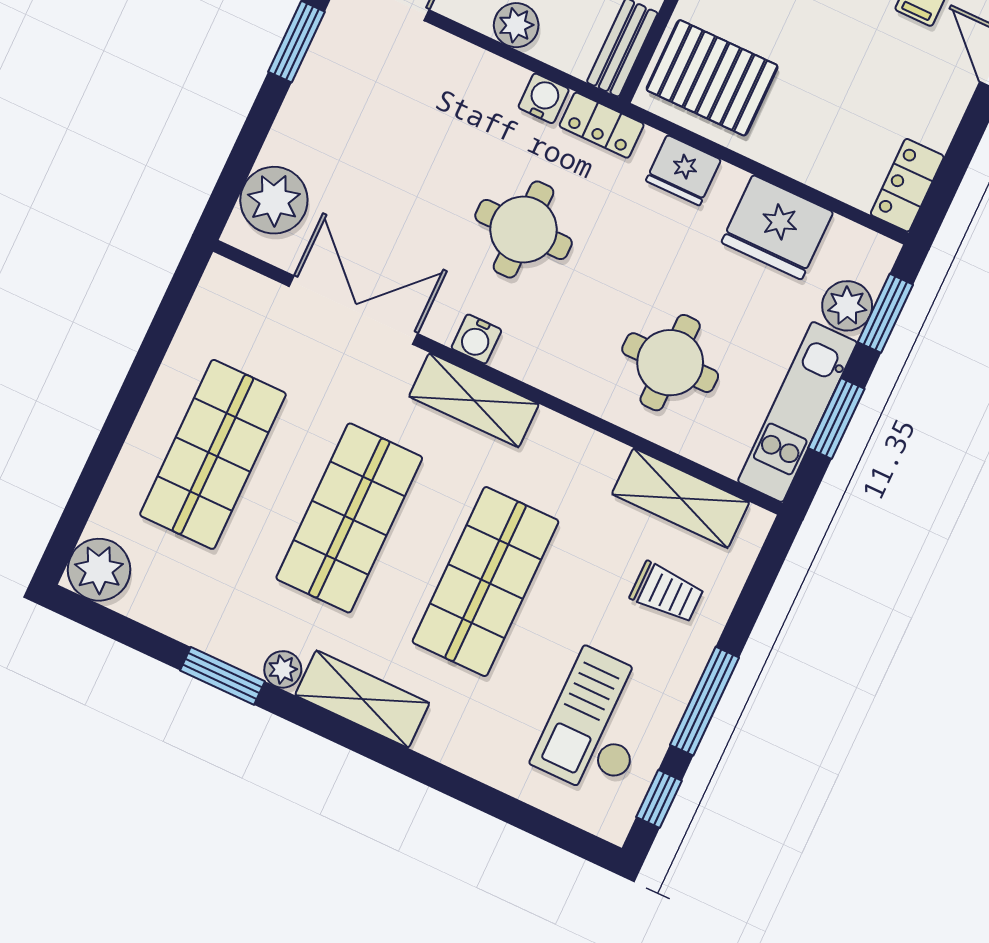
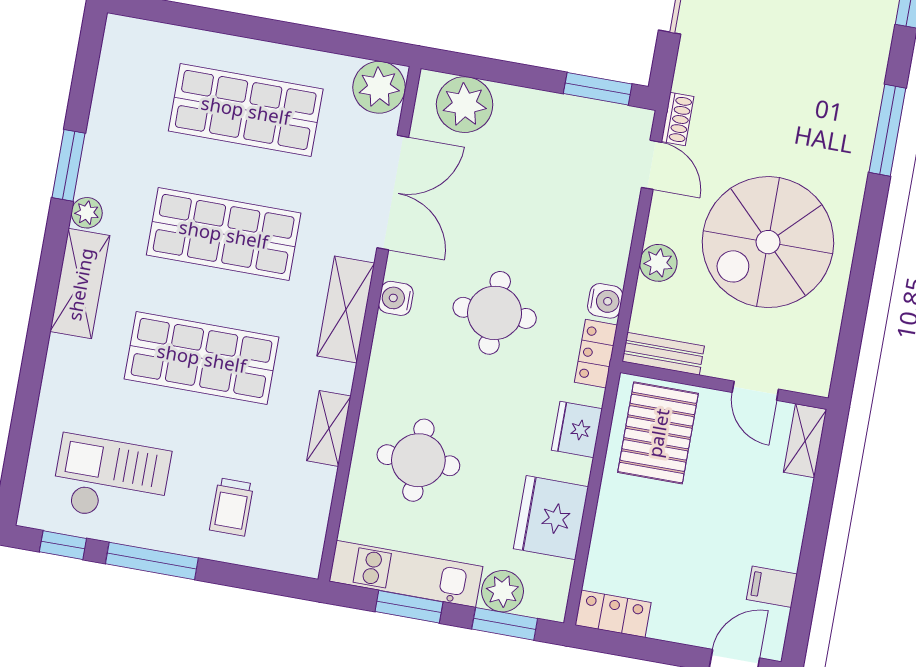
shelving: (681, 498) -> (329, 428), moved, width x0.67, depth x0.75
plant: (99, 570) -> (379, 87), moved

